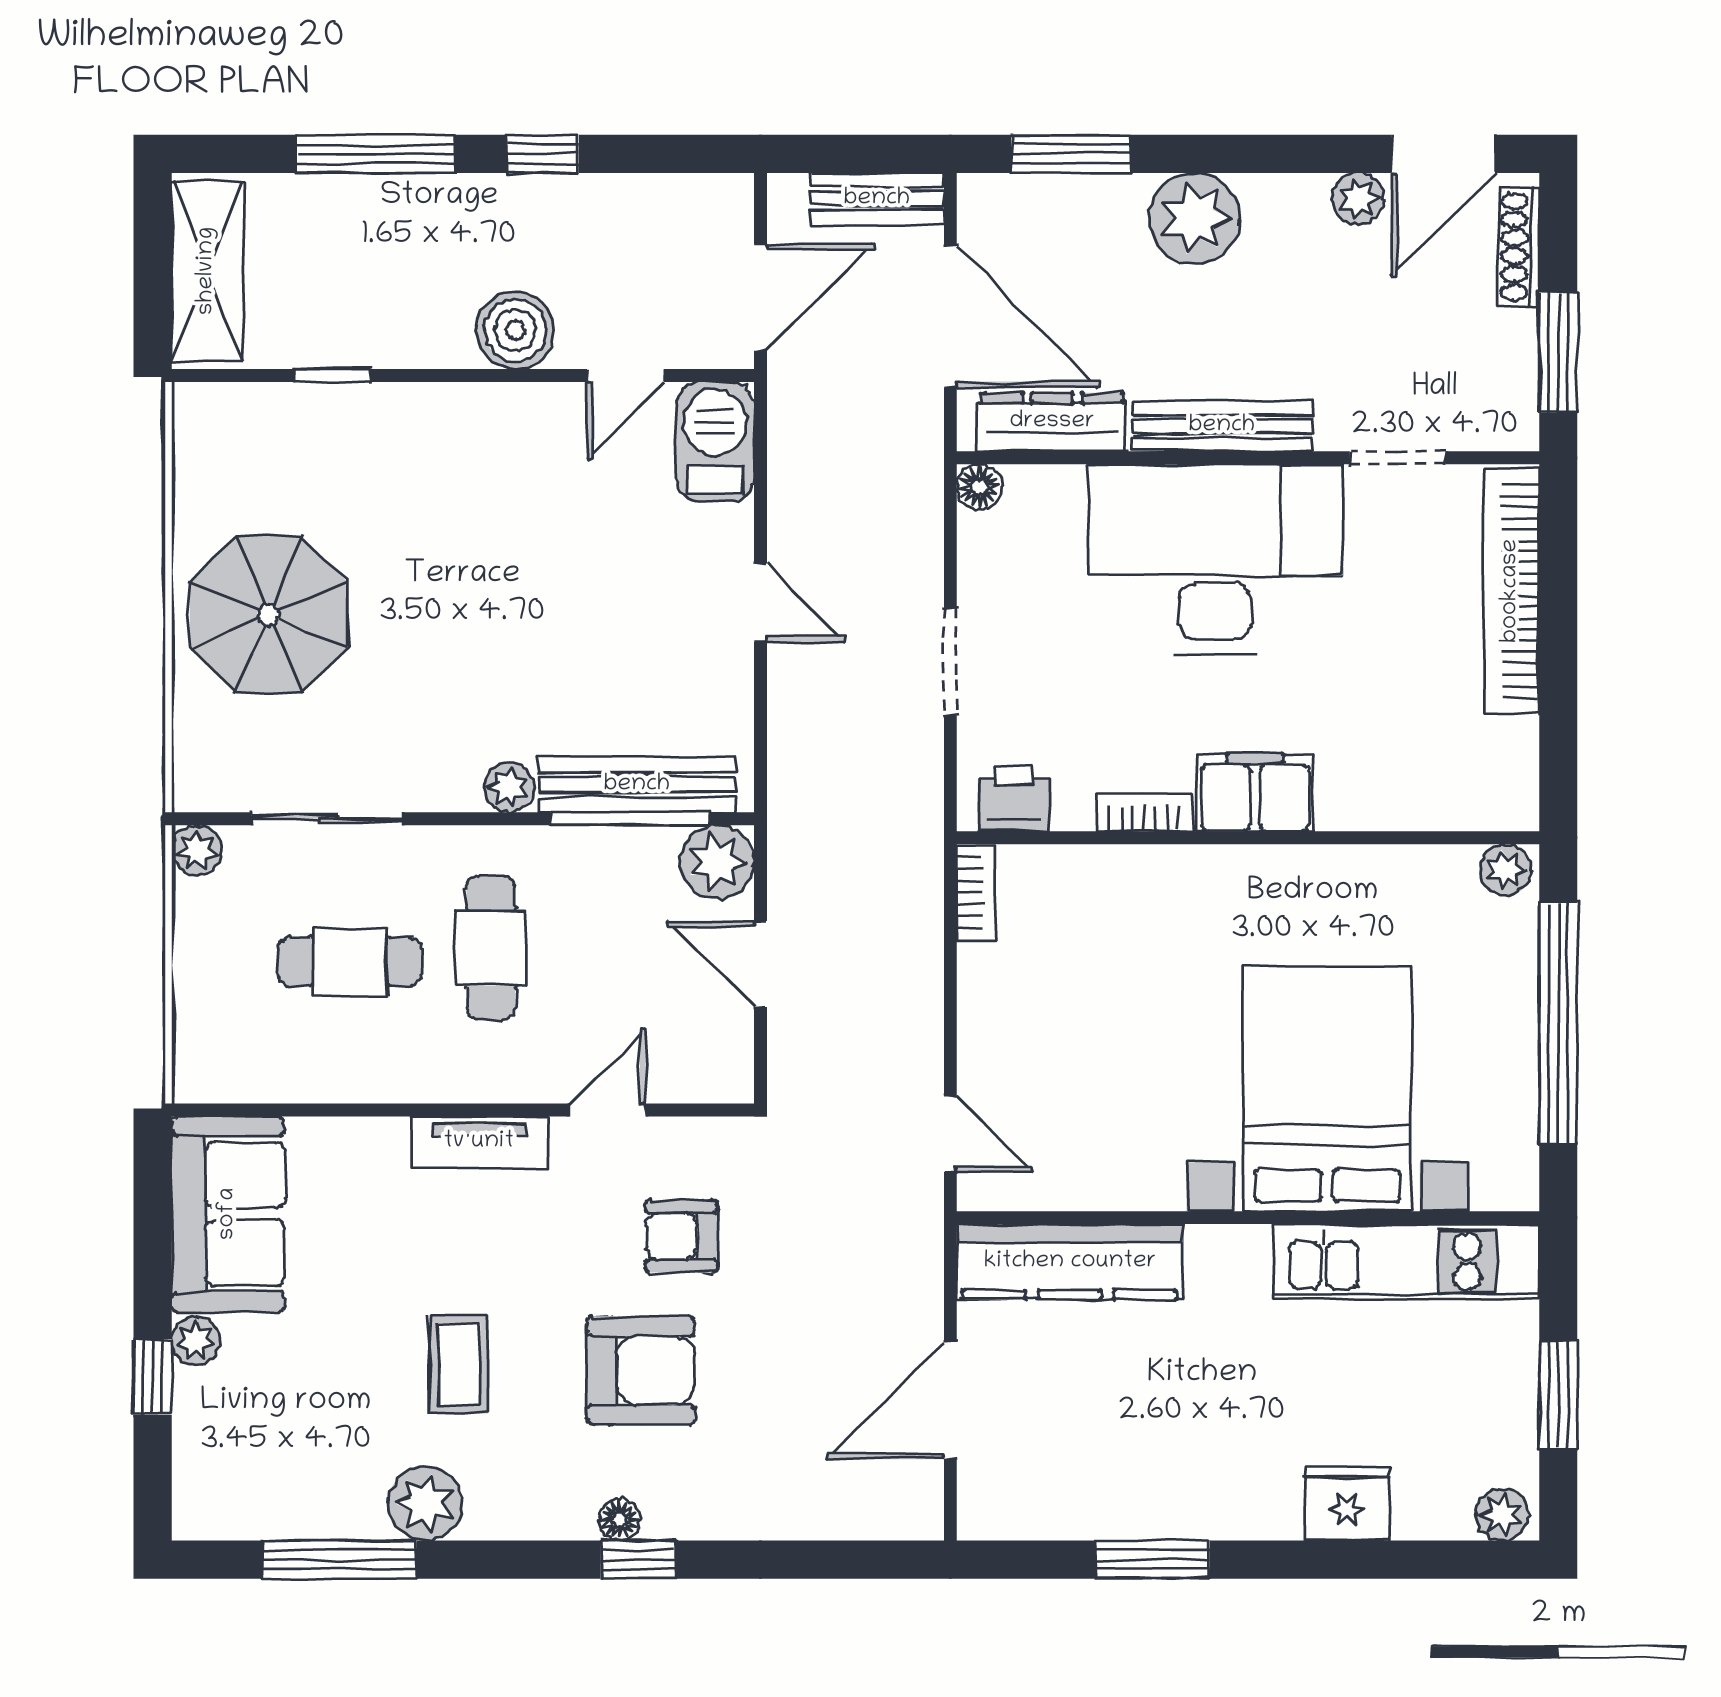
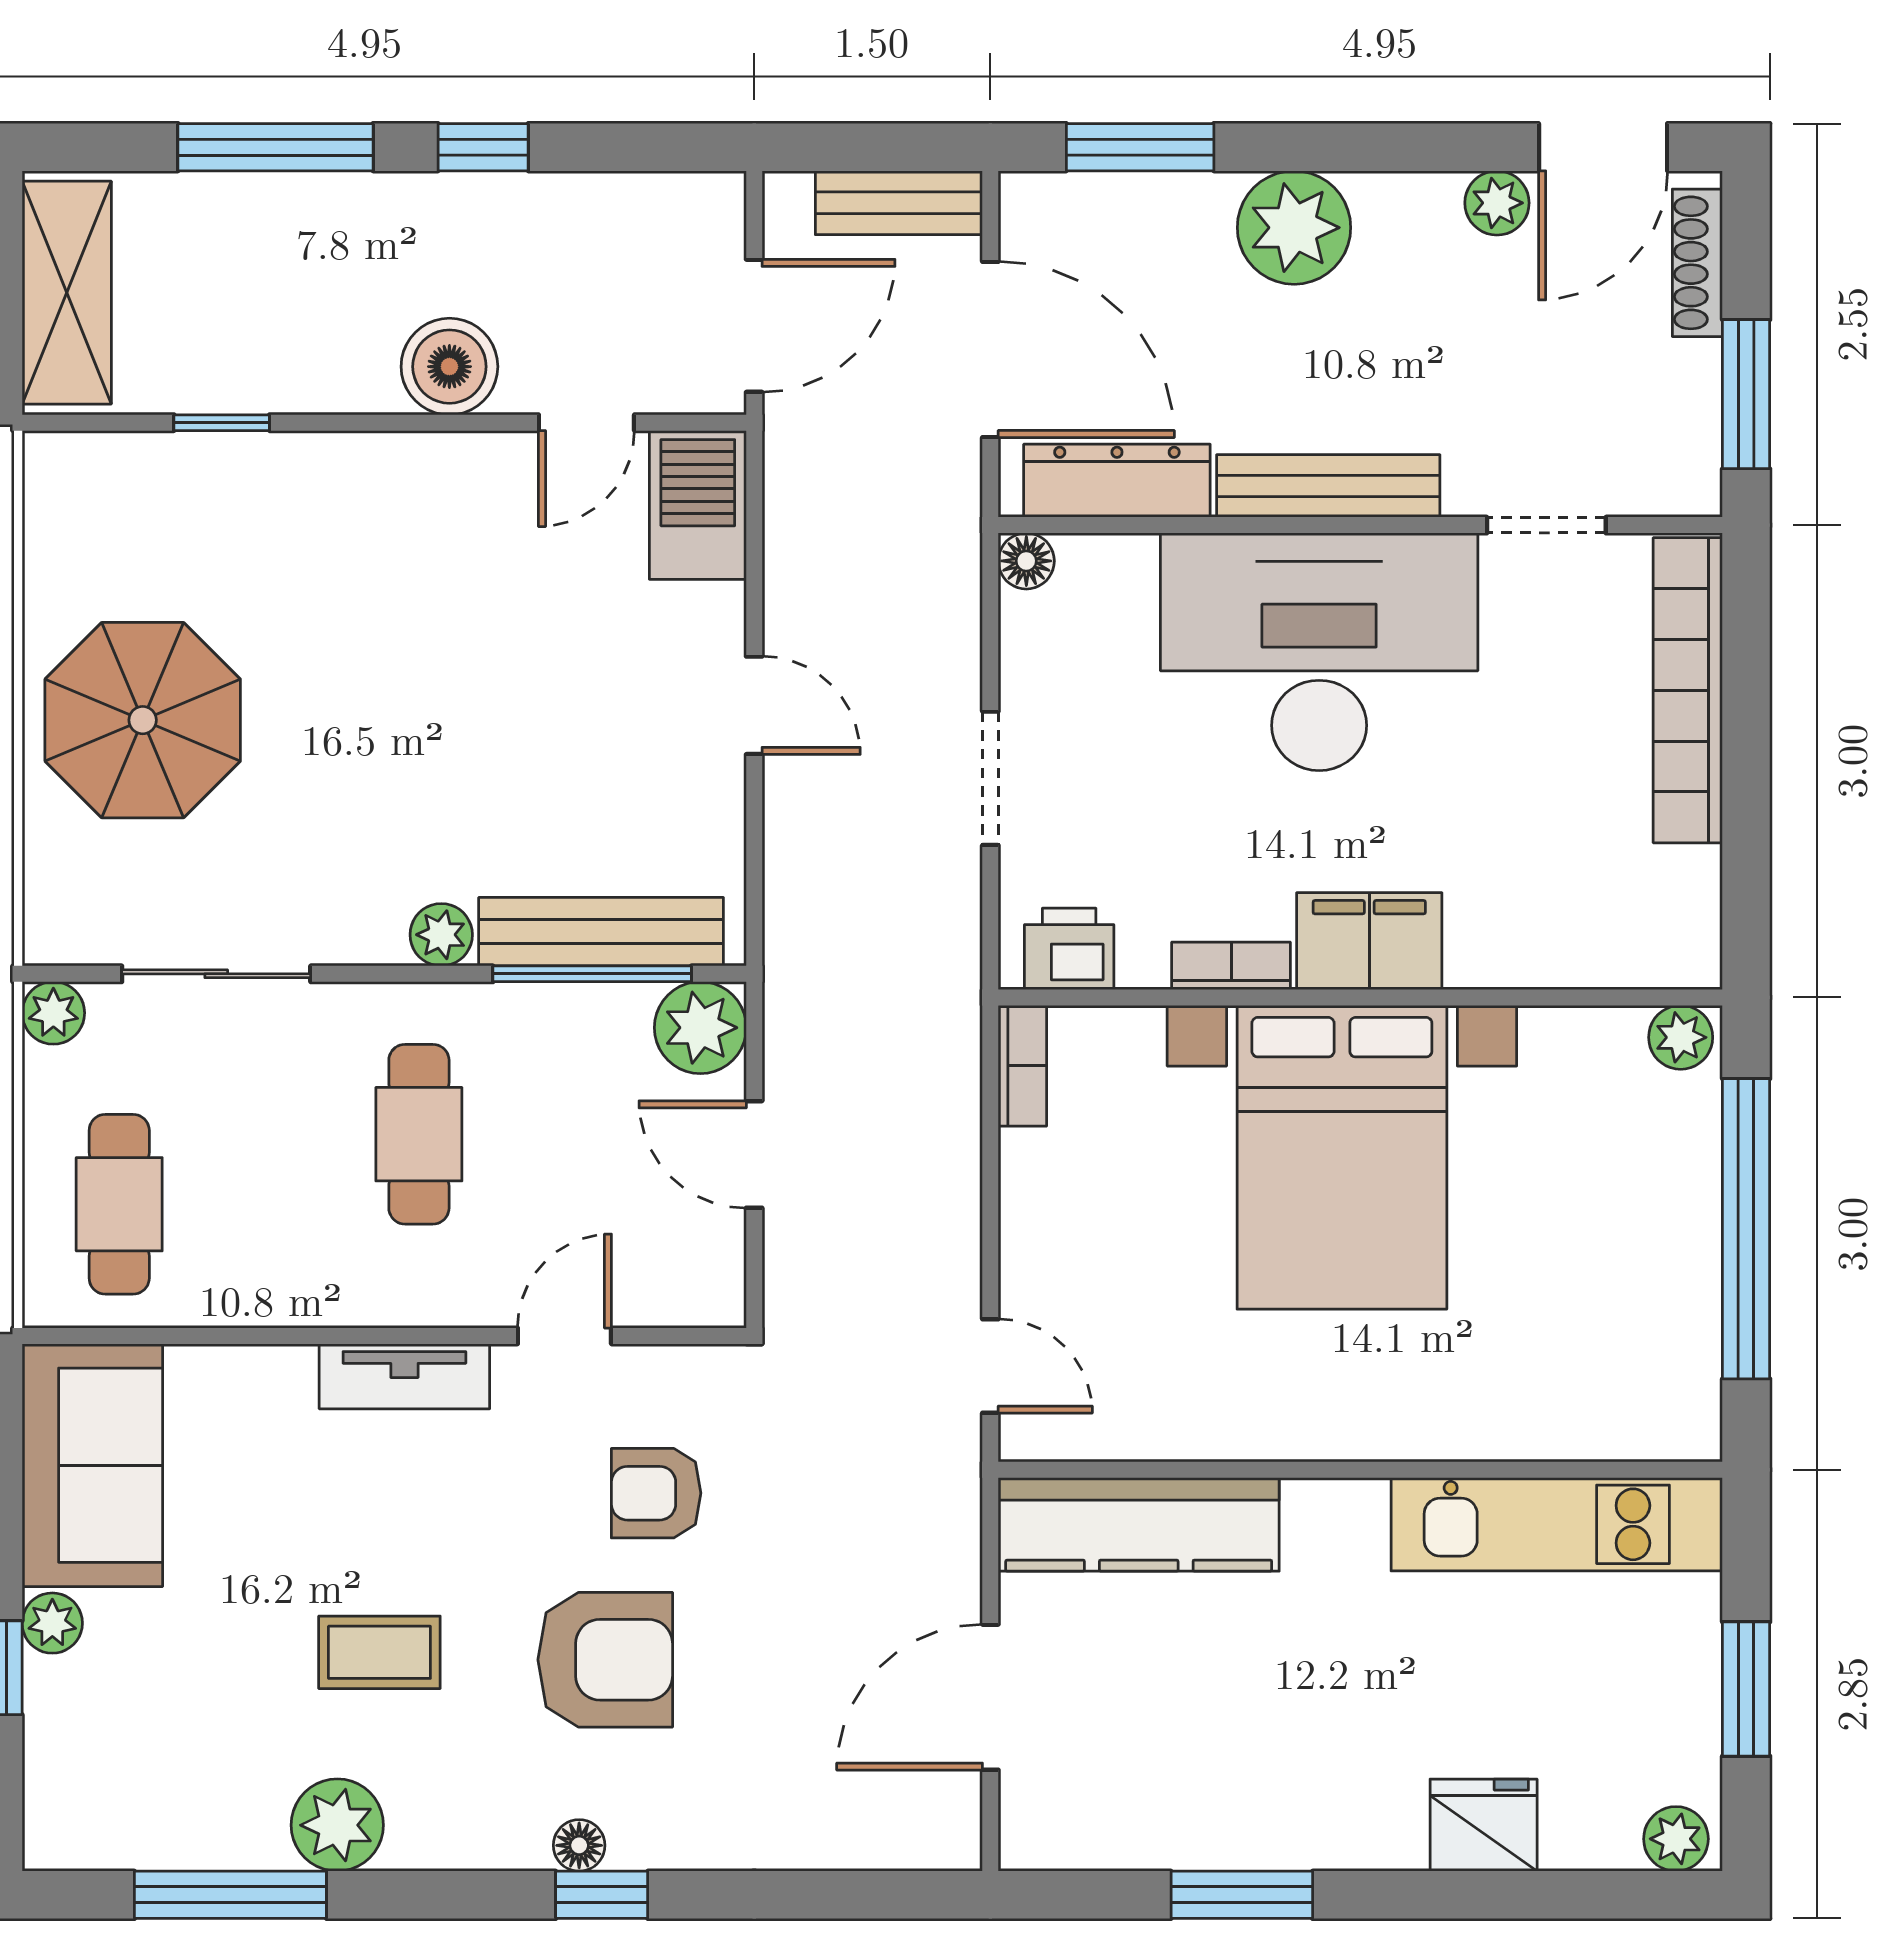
cafe table: (350, 961) -> (119, 1204), moved, turned 90
bed with nightstands: (1327, 1089) -> (1342, 1157), moved, turned 180
coffee table: (459, 1364) -> (379, 1652), turned 90

